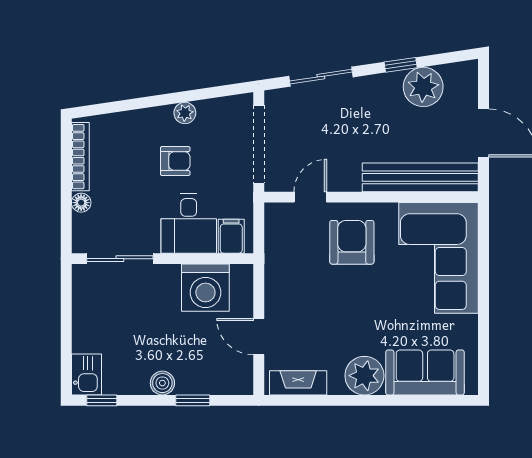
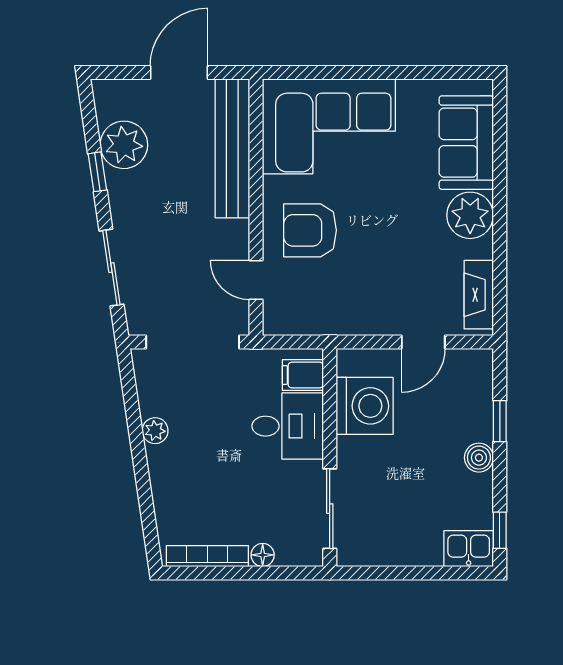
armchair: (175, 161) -> (213, 442), removed

